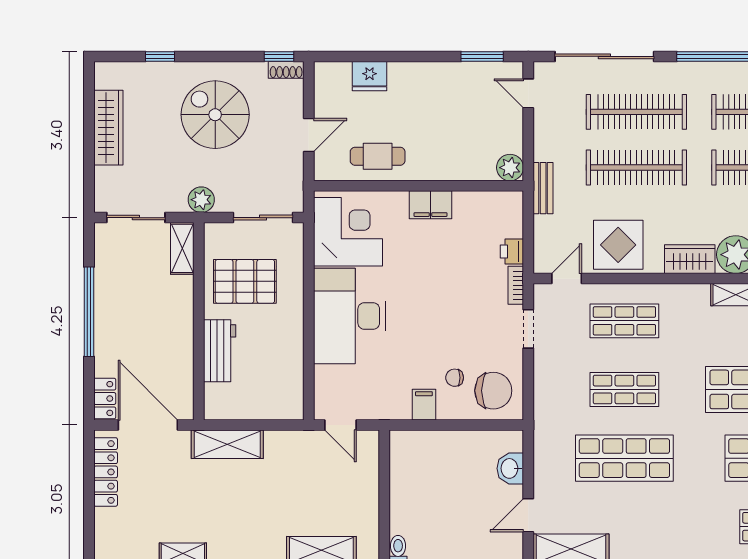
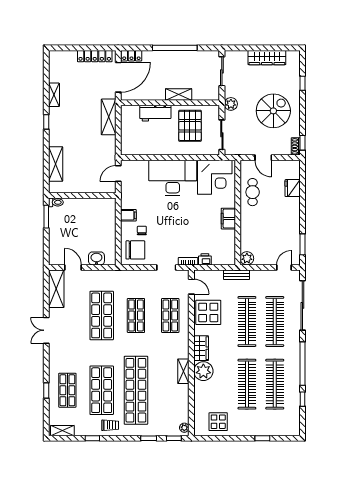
shelving: (182, 248) -> (179, 94), moved
chair: (493, 391) -> (135, 250), turned -90

